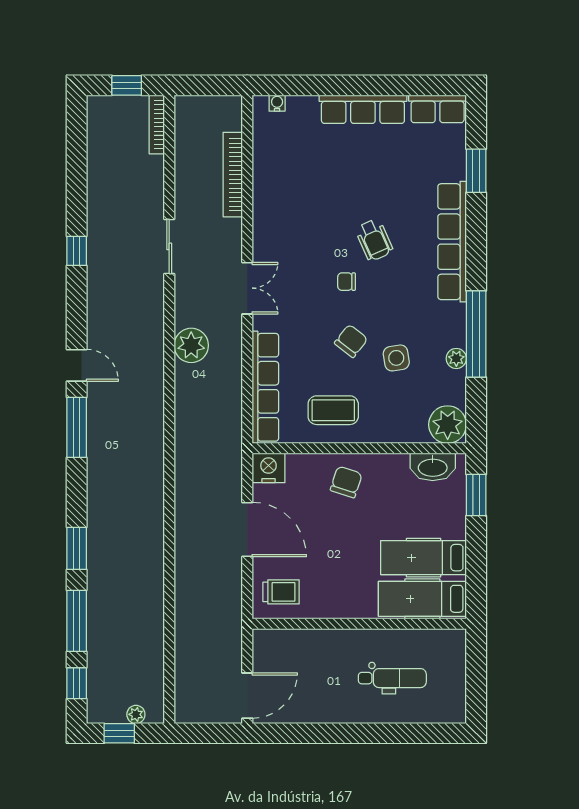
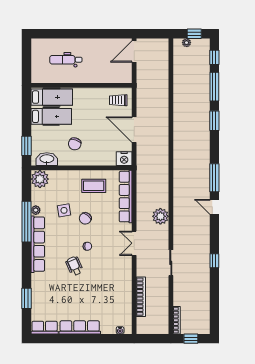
row of seats: (452, 242) -> (38, 244), moved
chair: (346, 482) -> (75, 144), moved

